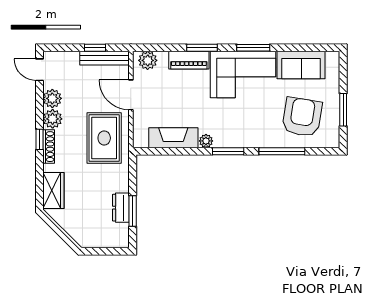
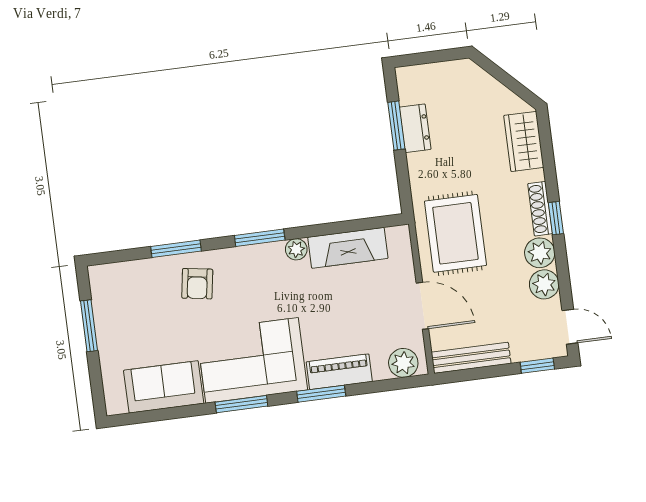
window: (95, 48) -> (537, 366), moved
armchair: (302, 117) -> (197, 284), moved, width x0.53, depth x0.53
window: (282, 151) -> (176, 249), width x0.69

